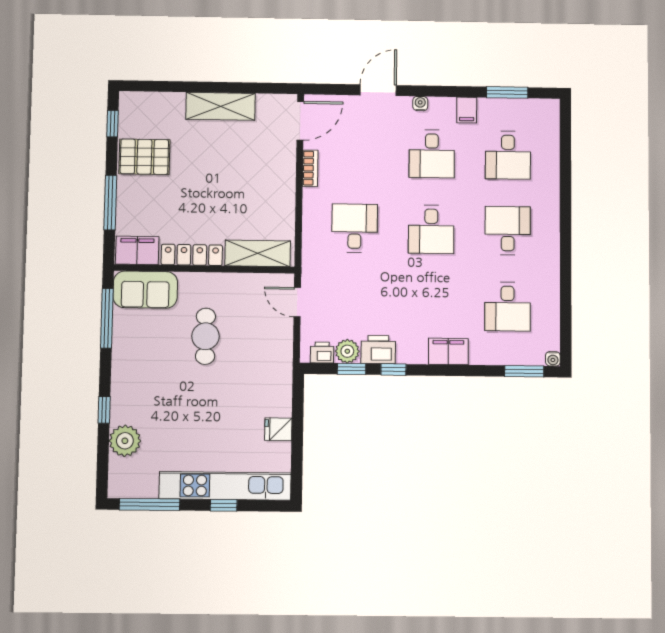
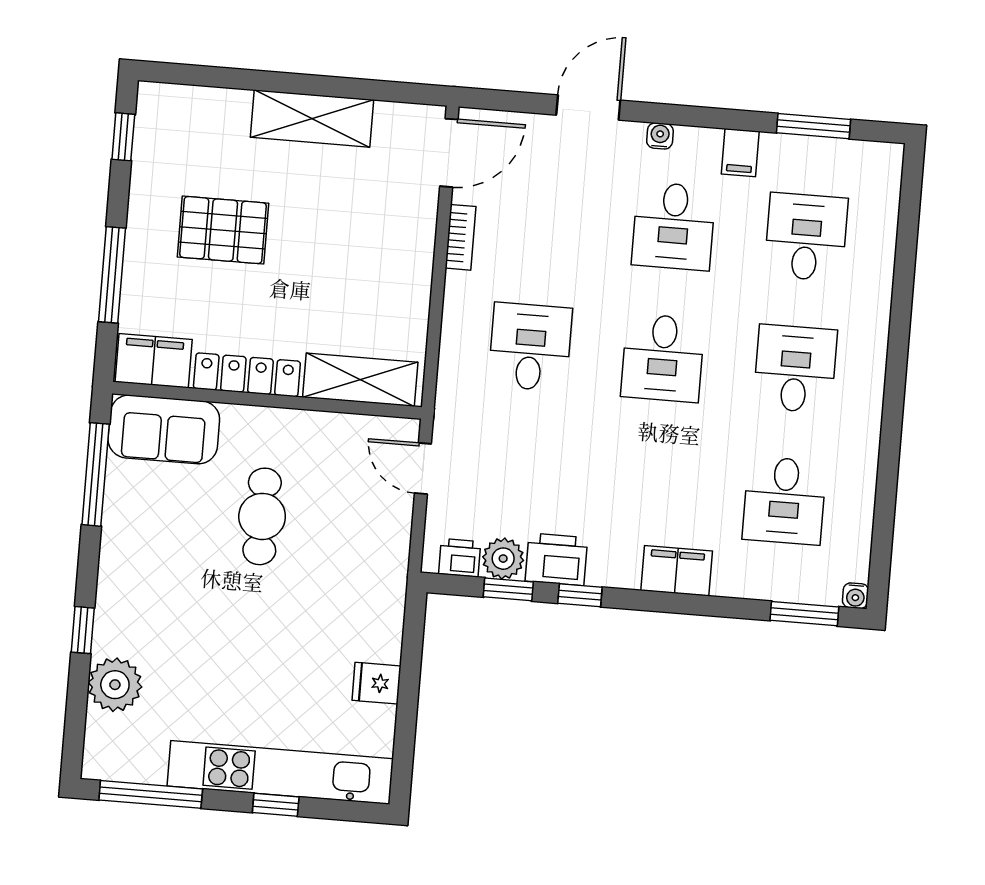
desk: (508, 155) -> (806, 237), turned 180
pallet: (144, 157) -> (223, 230), moved

